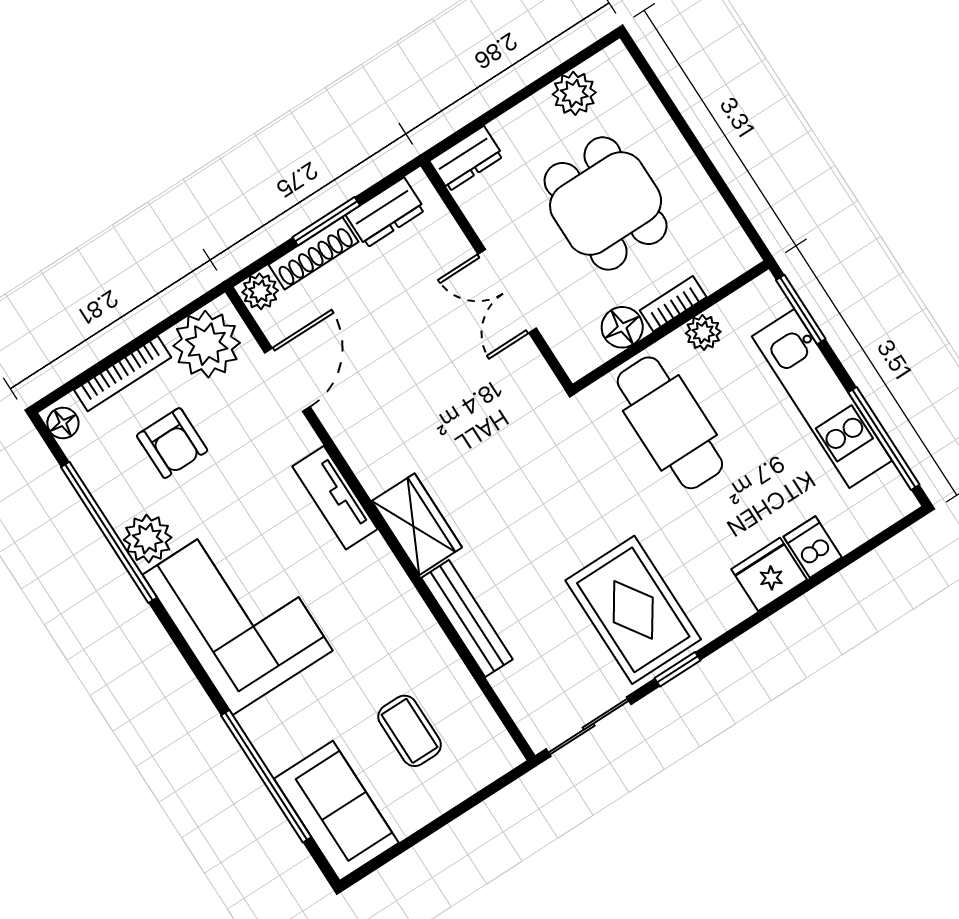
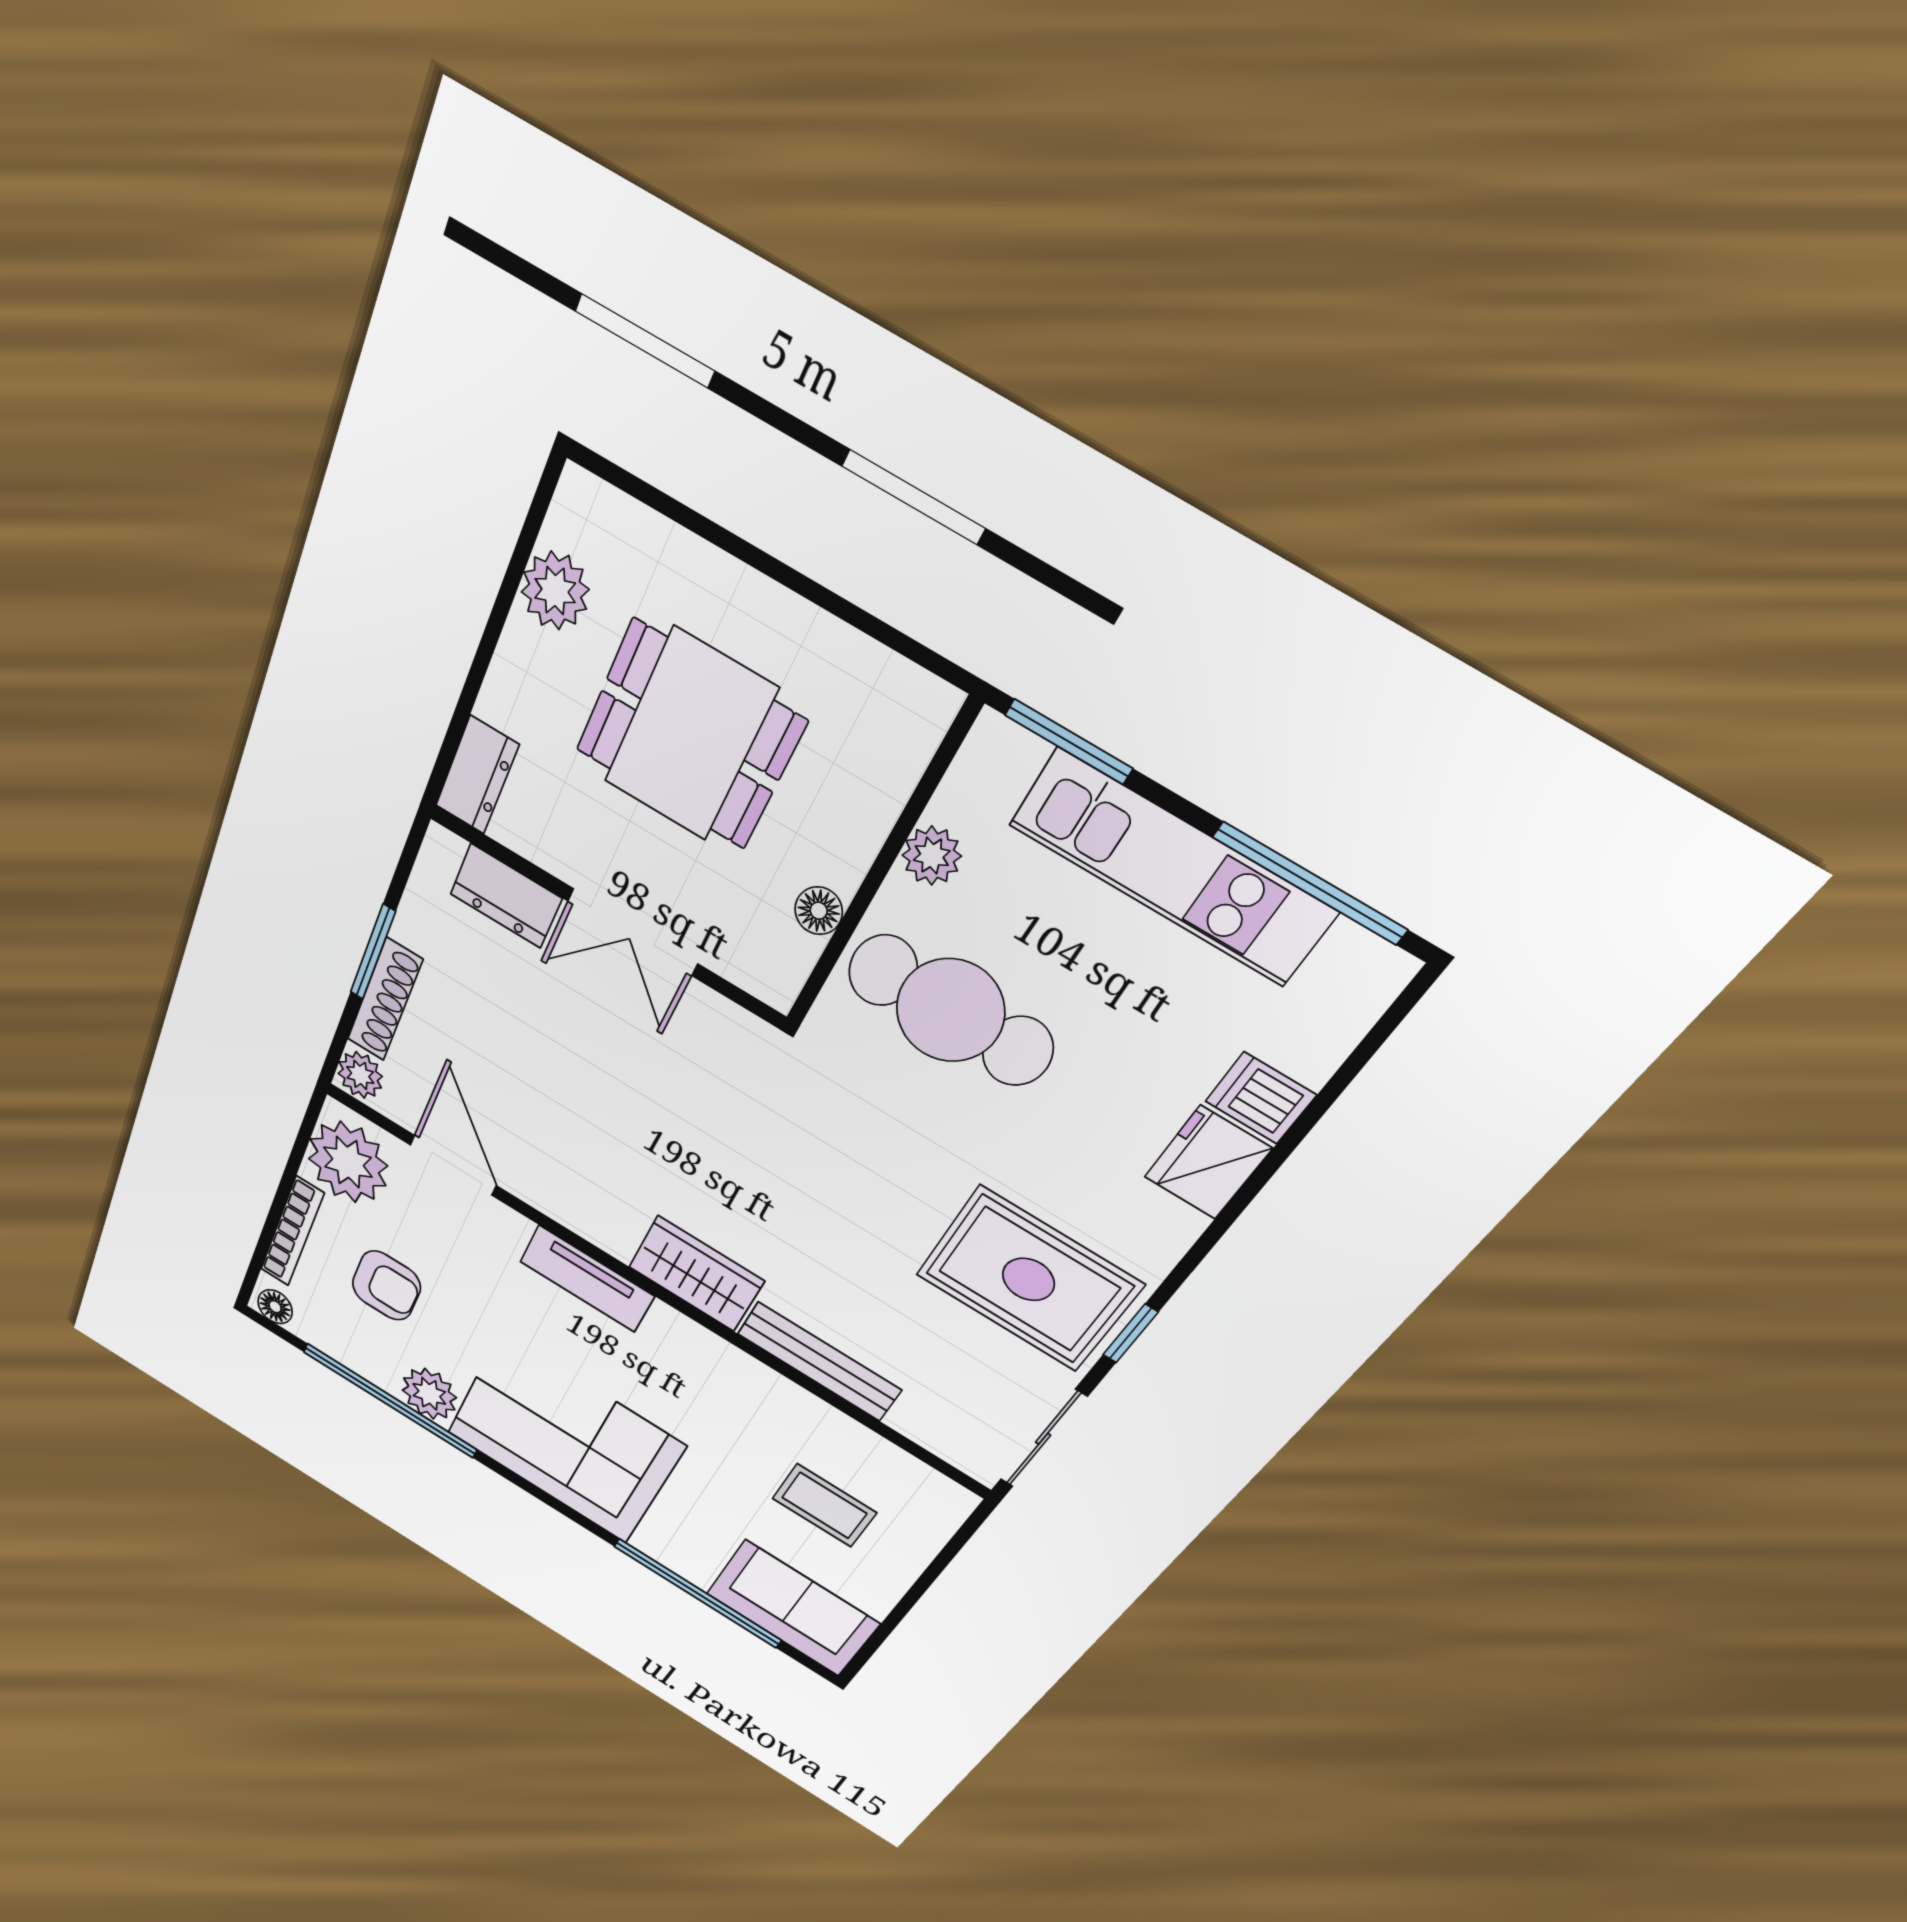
dresser: (385, 213) -> (506, 896), moved, turned 90
bookcase: (673, 304) -> (865, 835), removed
floor lamp: (622, 327) -> (819, 911), width x0.73, depth x0.73

